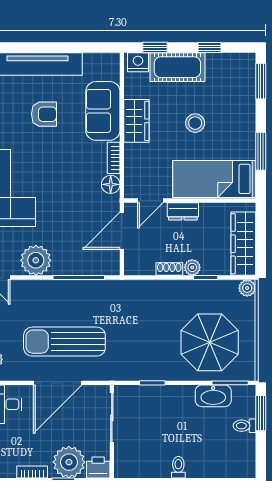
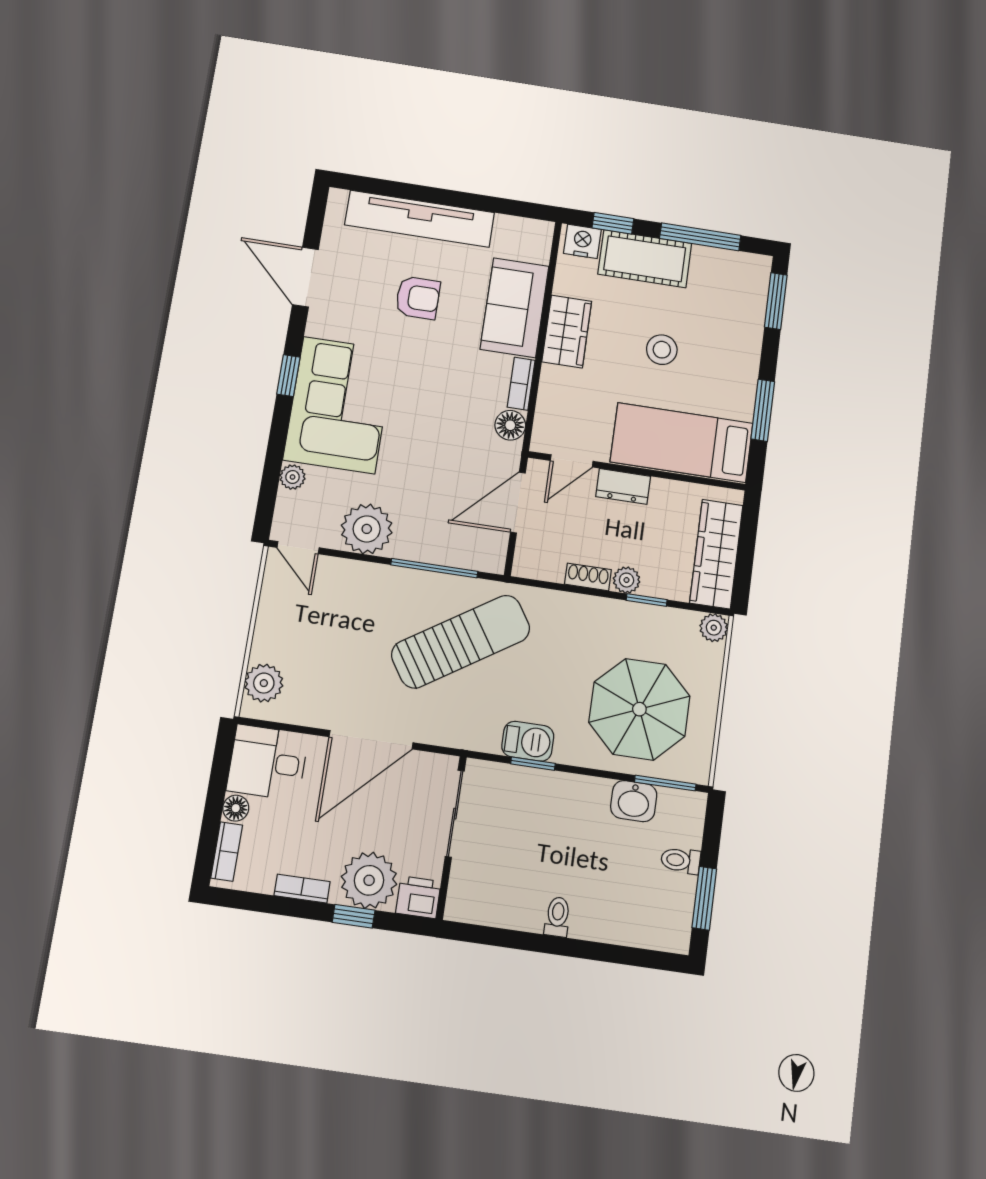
window: (210, 48) -> (700, 237), width x2.17
sun lounger: (64, 342) -> (461, 642), moved, turned 147
barbecue: (148, 370) -> (528, 741), added
washbasin: (213, 396) -> (634, 801), width x0.72
window: (261, 413) -> (704, 898), moved

